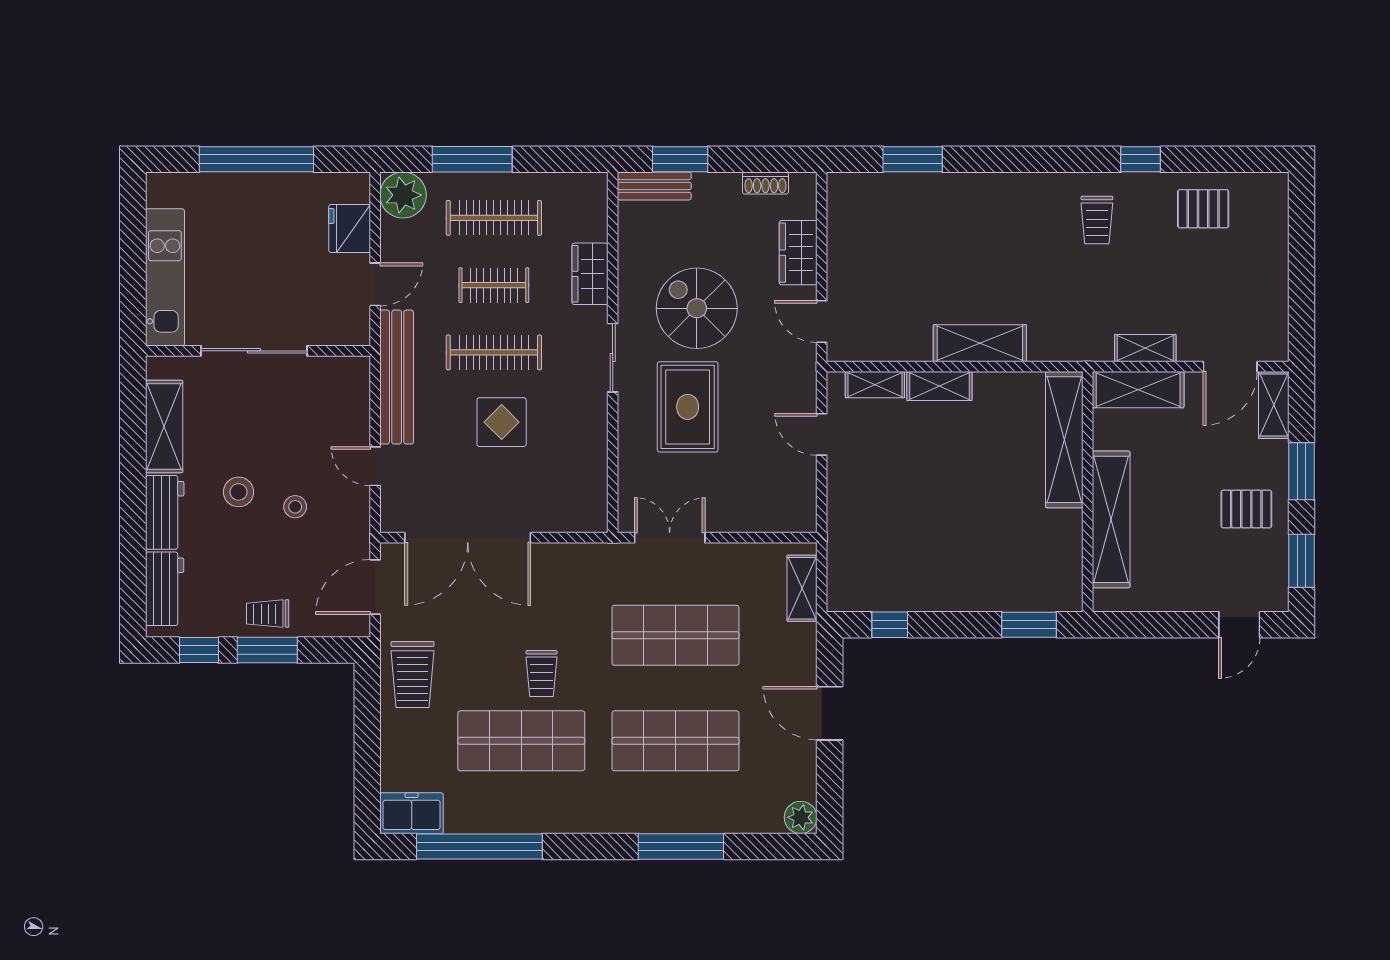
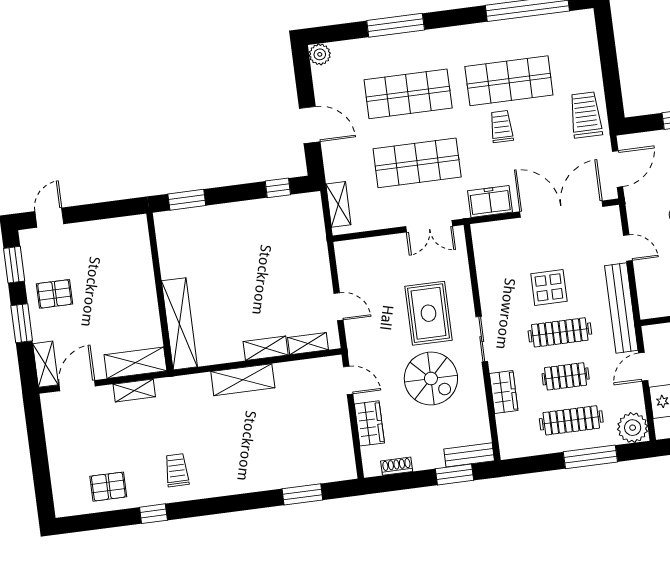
shelving: (1111, 519) -> (142, 276), removed
freezer: (412, 813) -> (490, 201), moved, turned 180

